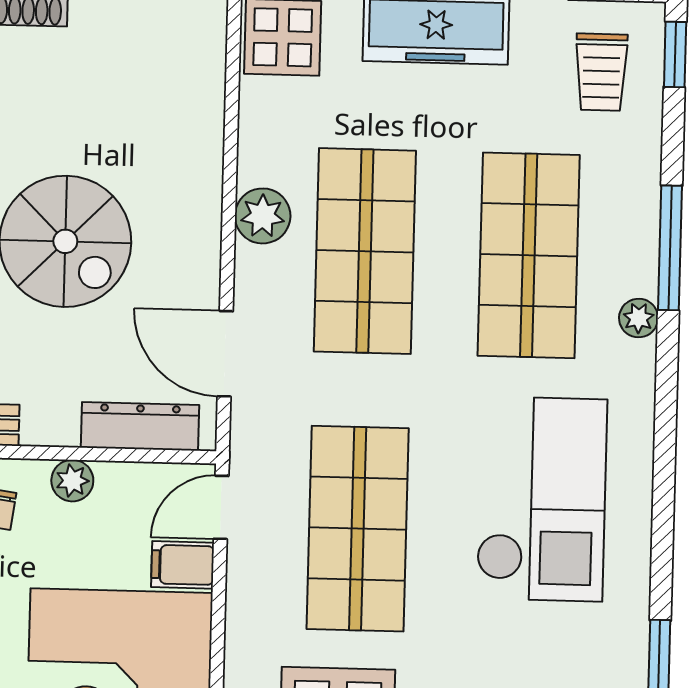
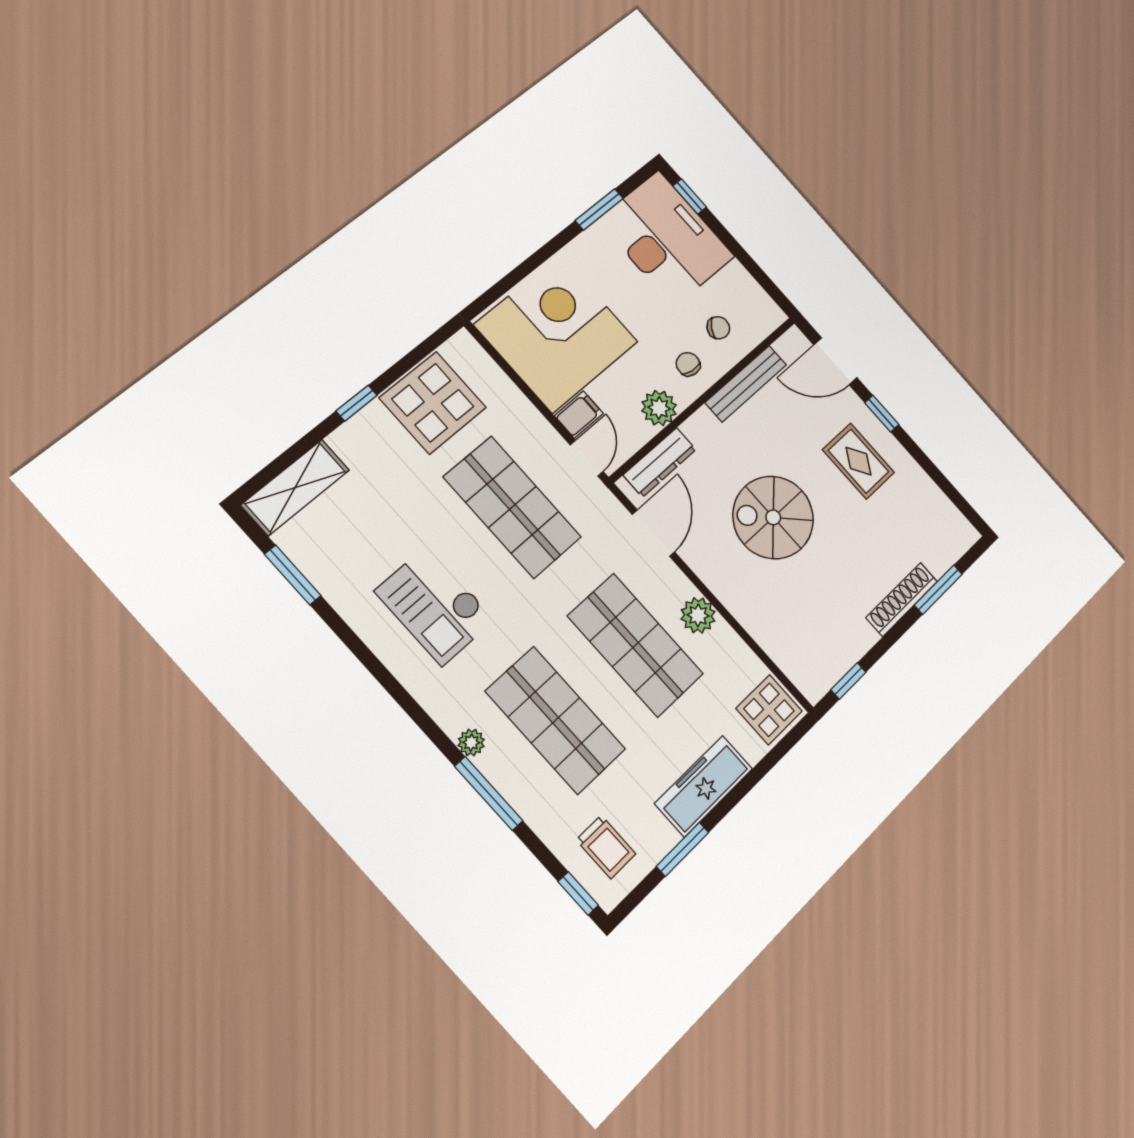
trolley: (601, 72) -> (606, 847), turned 180
door: (225, 354) -> (653, 533), hinge flipped
plant: (72, 481) -> (659, 408), width x1.38, depth x1.38
checkout: (542, 499) -> (435, 605), width x0.73, depth x0.83

